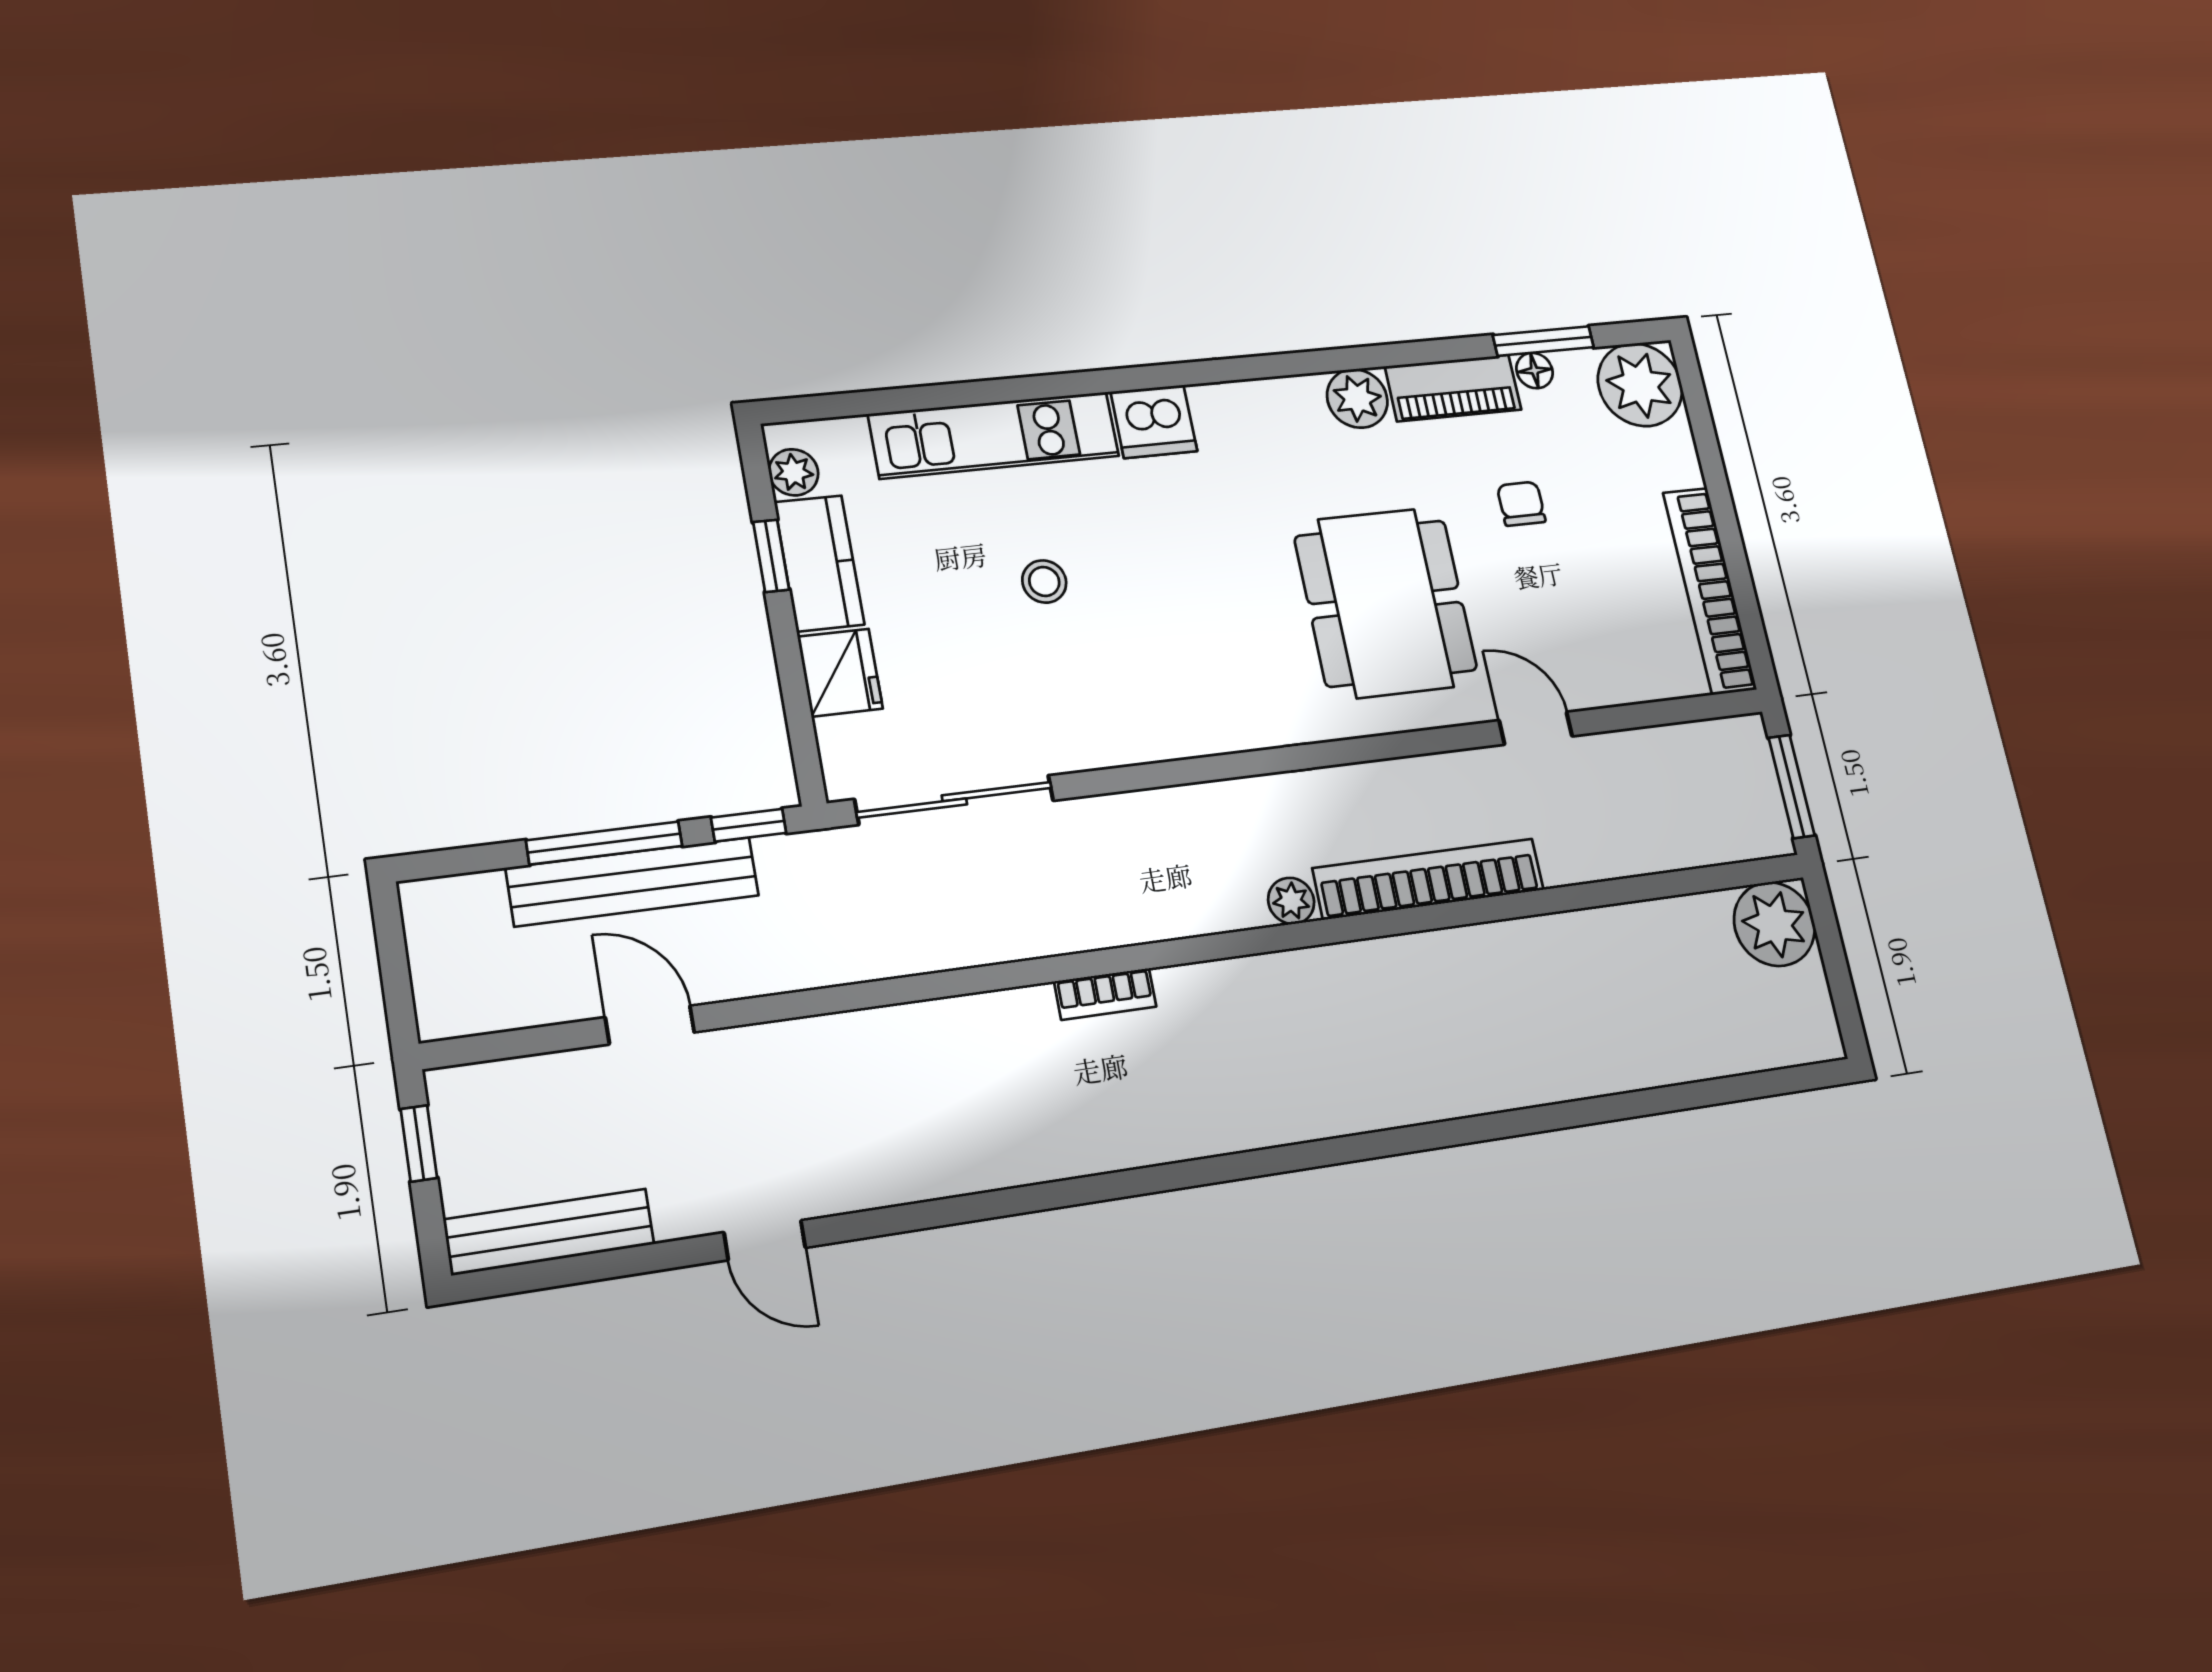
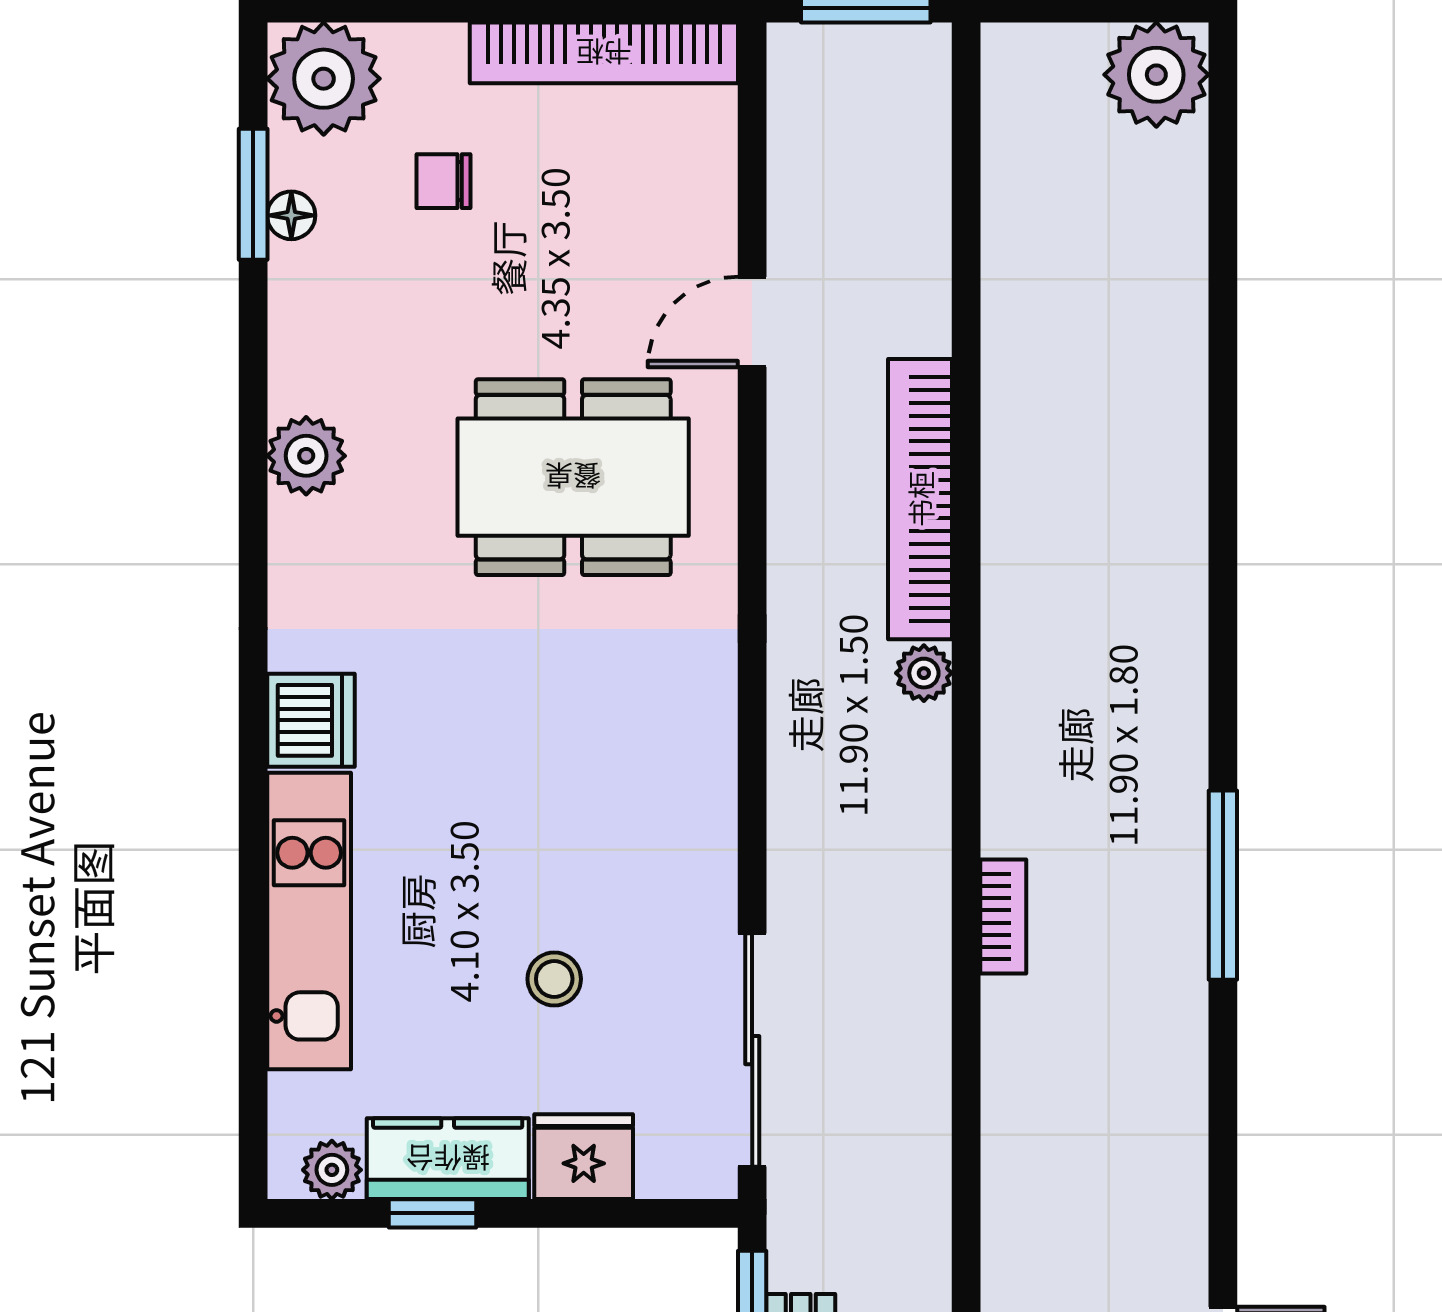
piano: (1453, 388) -> (304, 328), removed
chair: (1521, 504) -> (443, 181), moved
stool: (1044, 581) -> (554, 979), moved
plant: (1774, 924) -> (1156, 75), moved
window: (1168, 1177) -> (1223, 885), added

